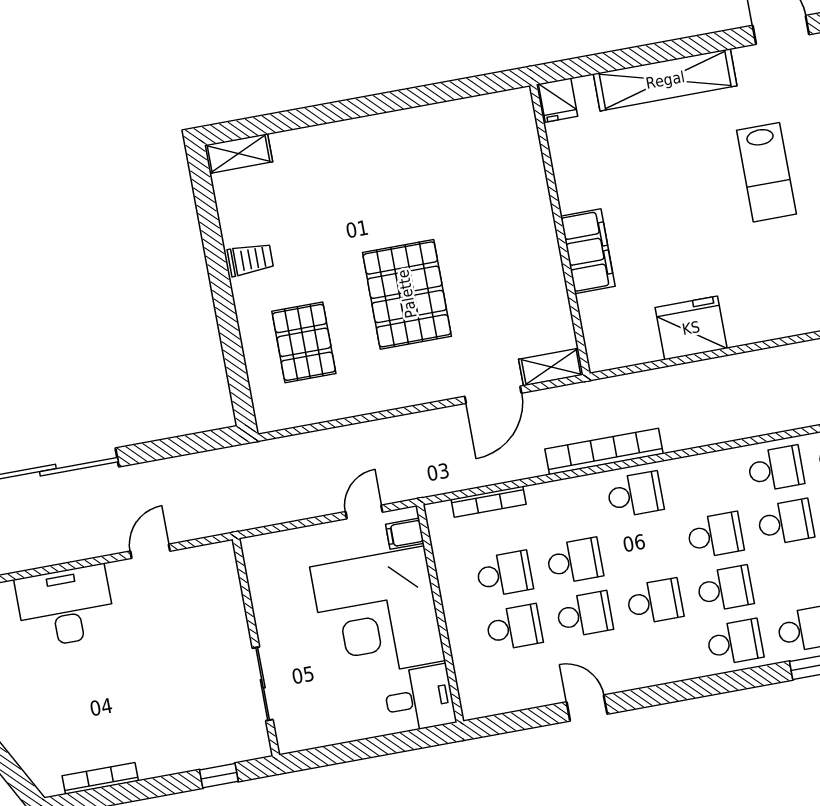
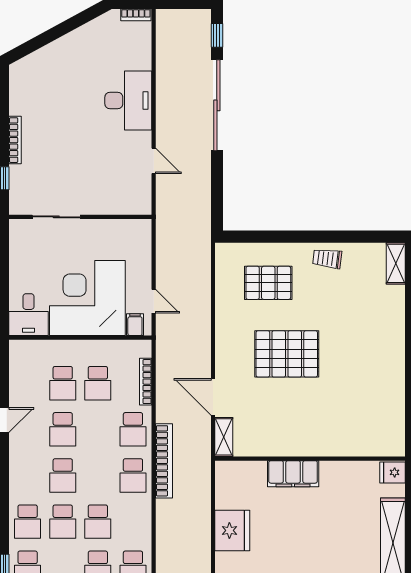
trolley: (250, 259) -> (327, 259), turned 97
school desk: (575, 561) -> (133, 429), moved
bookcase: (100, 778) -> (15, 140), moved

